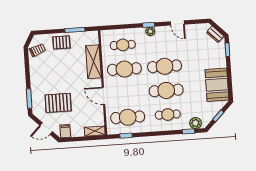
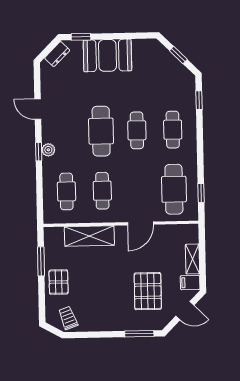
door: (177, 23) -> (38, 109), swing flipped
cafe table: (124, 69) -> (102, 191), width x0.73, depth x0.74
booth: (217, 85) -> (107, 55), moved
cafe table: (166, 90) -> (137, 130), width x0.73, depth x0.74
plant: (195, 123) -> (187, 89), removed
door: (46, 129) -> (185, 311), hinge flipped
shelving: (95, 131) -> (192, 259), moved

